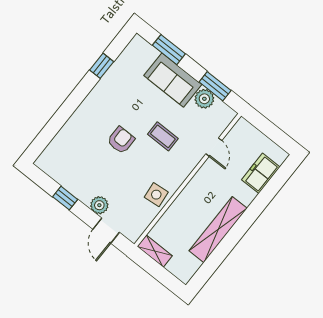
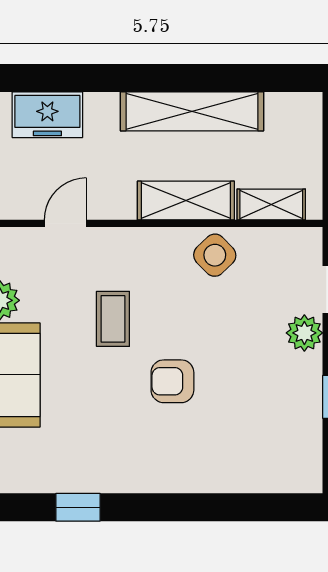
side table: (156, 195) -> (215, 255), turned -38
shelving: (186, 200) -> (186, 201), added
shelving: (155, 251) -> (271, 204), moved, turned 90

